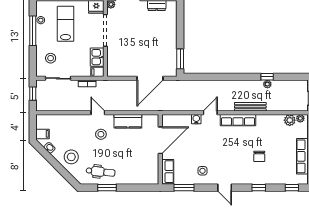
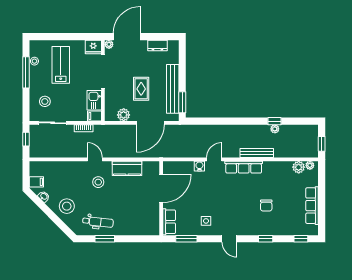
rug: (141, 46) -> (141, 89), added
bench: (171, 46) -> (173, 89), added
plant: (125, 71) -> (124, 115), added

